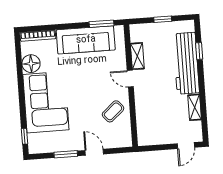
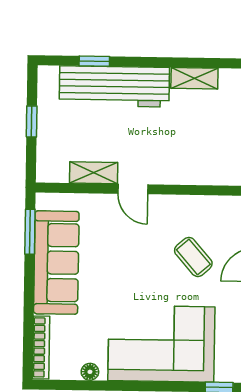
floor lamp: (31, 64) -> (90, 372), width x0.53, depth x0.53
door: (130, 79) -> (133, 189), hinge flipped
coffee table: (113, 111) -> (193, 257), moved

